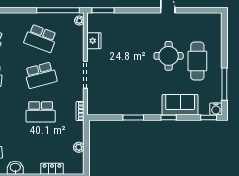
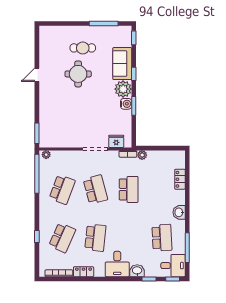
fridge: (94, 41) -> (116, 141), moved
cafe table: (197, 61) -> (83, 48), width x0.73, depth x0.74
plant: (152, 106) -> (123, 89), added
water cooler: (216, 109) -> (126, 104), moved
plant: (79, 147) -> (142, 155), moved

